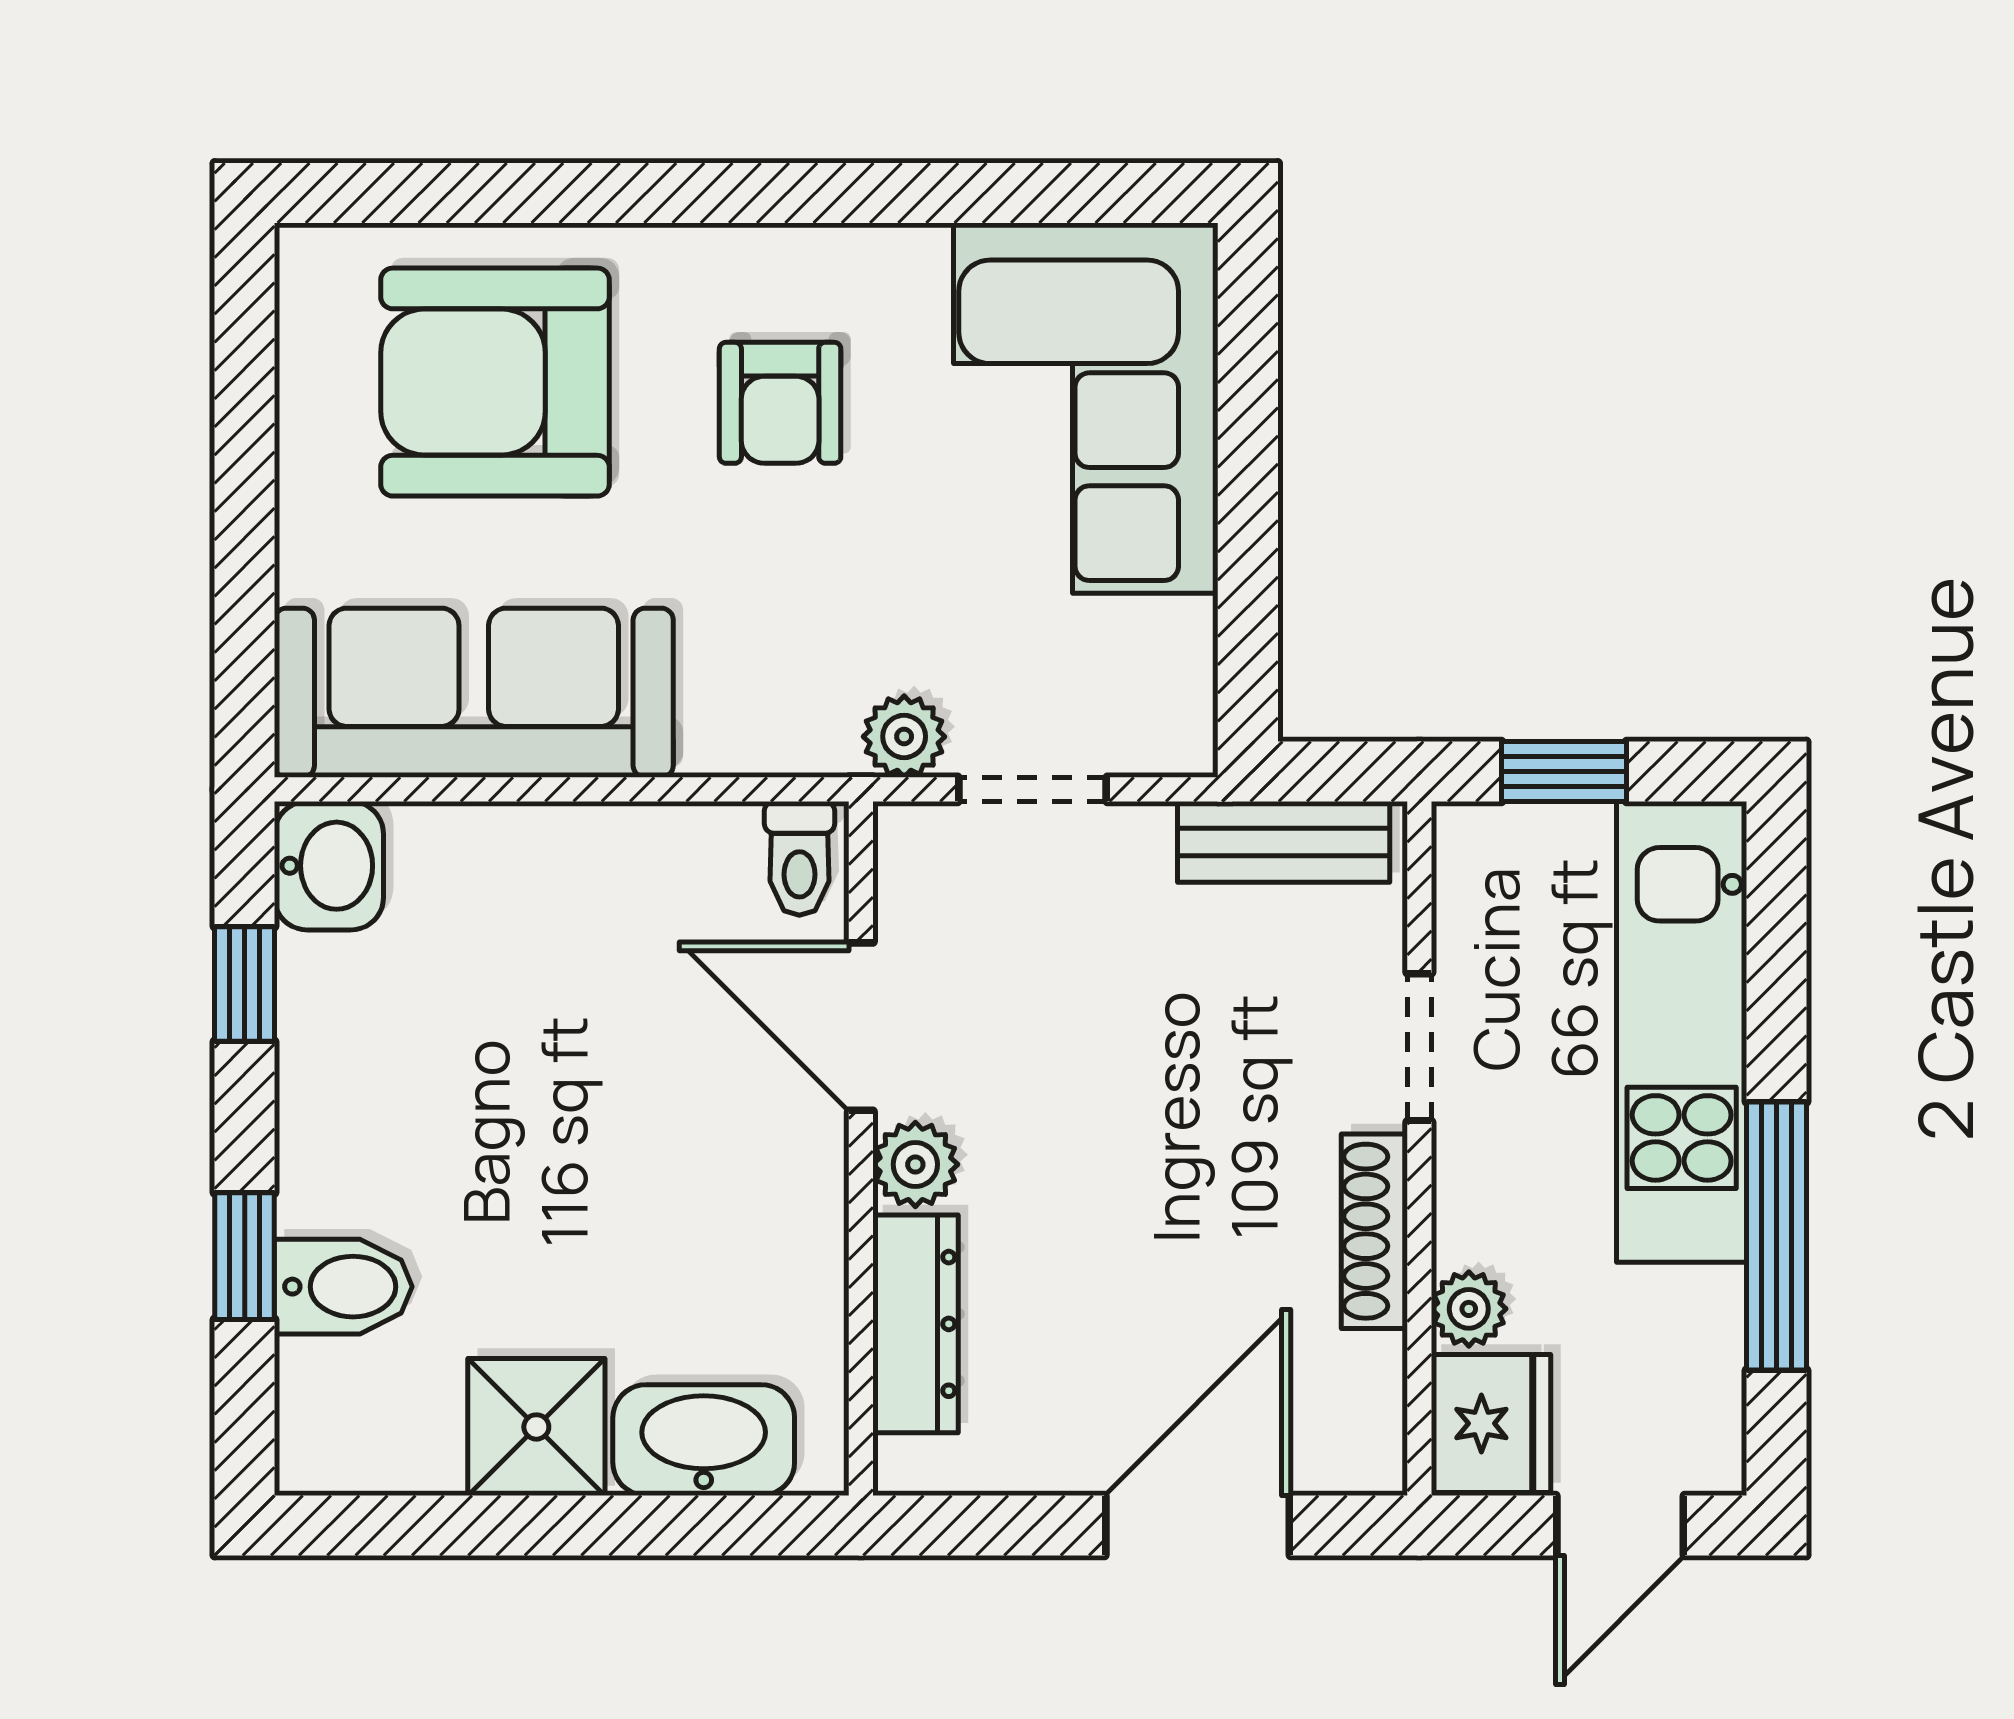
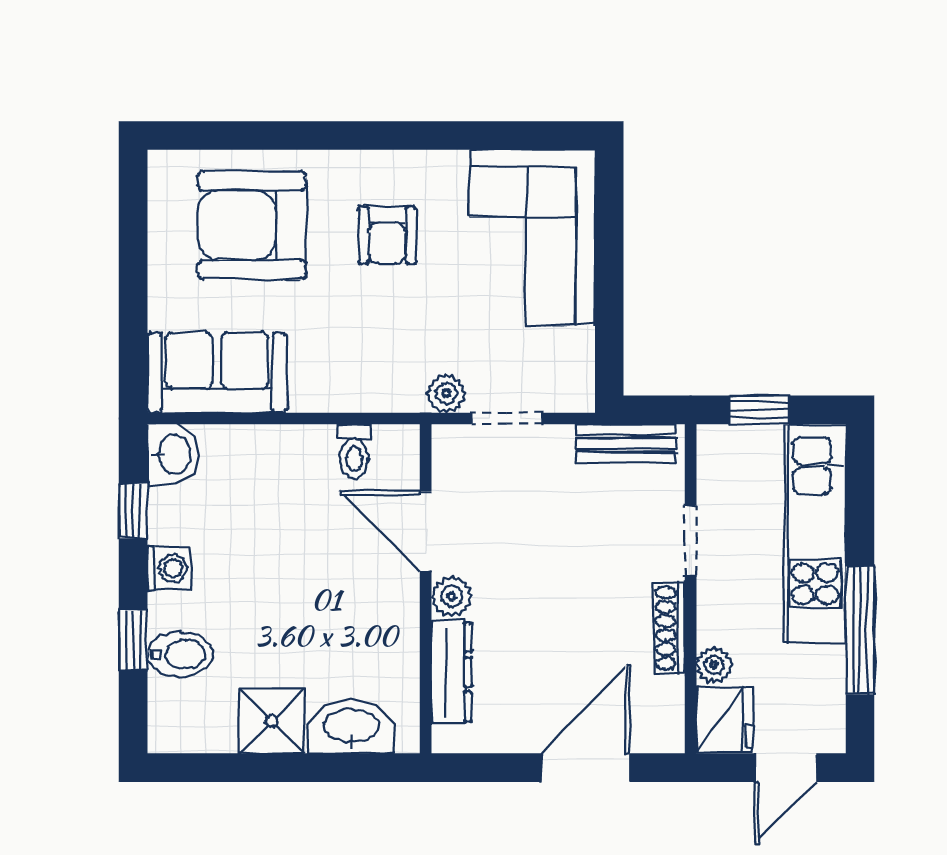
sofa: (474, 693) -> (217, 373), width x0.73
toilet: (799, 858) -> (354, 451), moved
washing machine: (320, 1105) -> (169, 568), added

